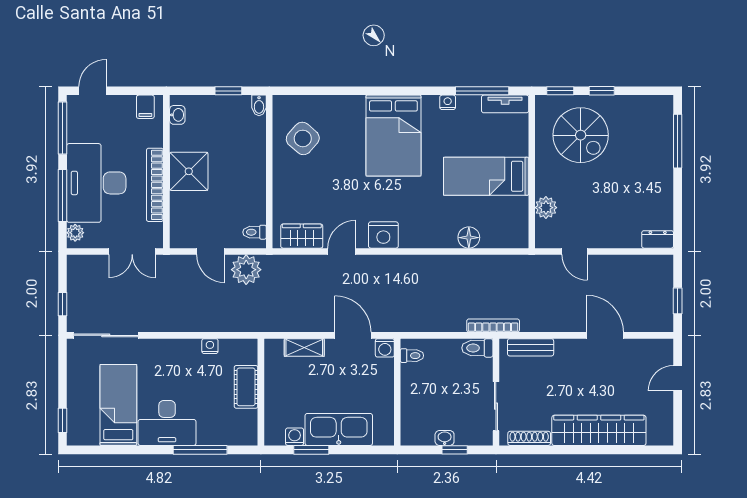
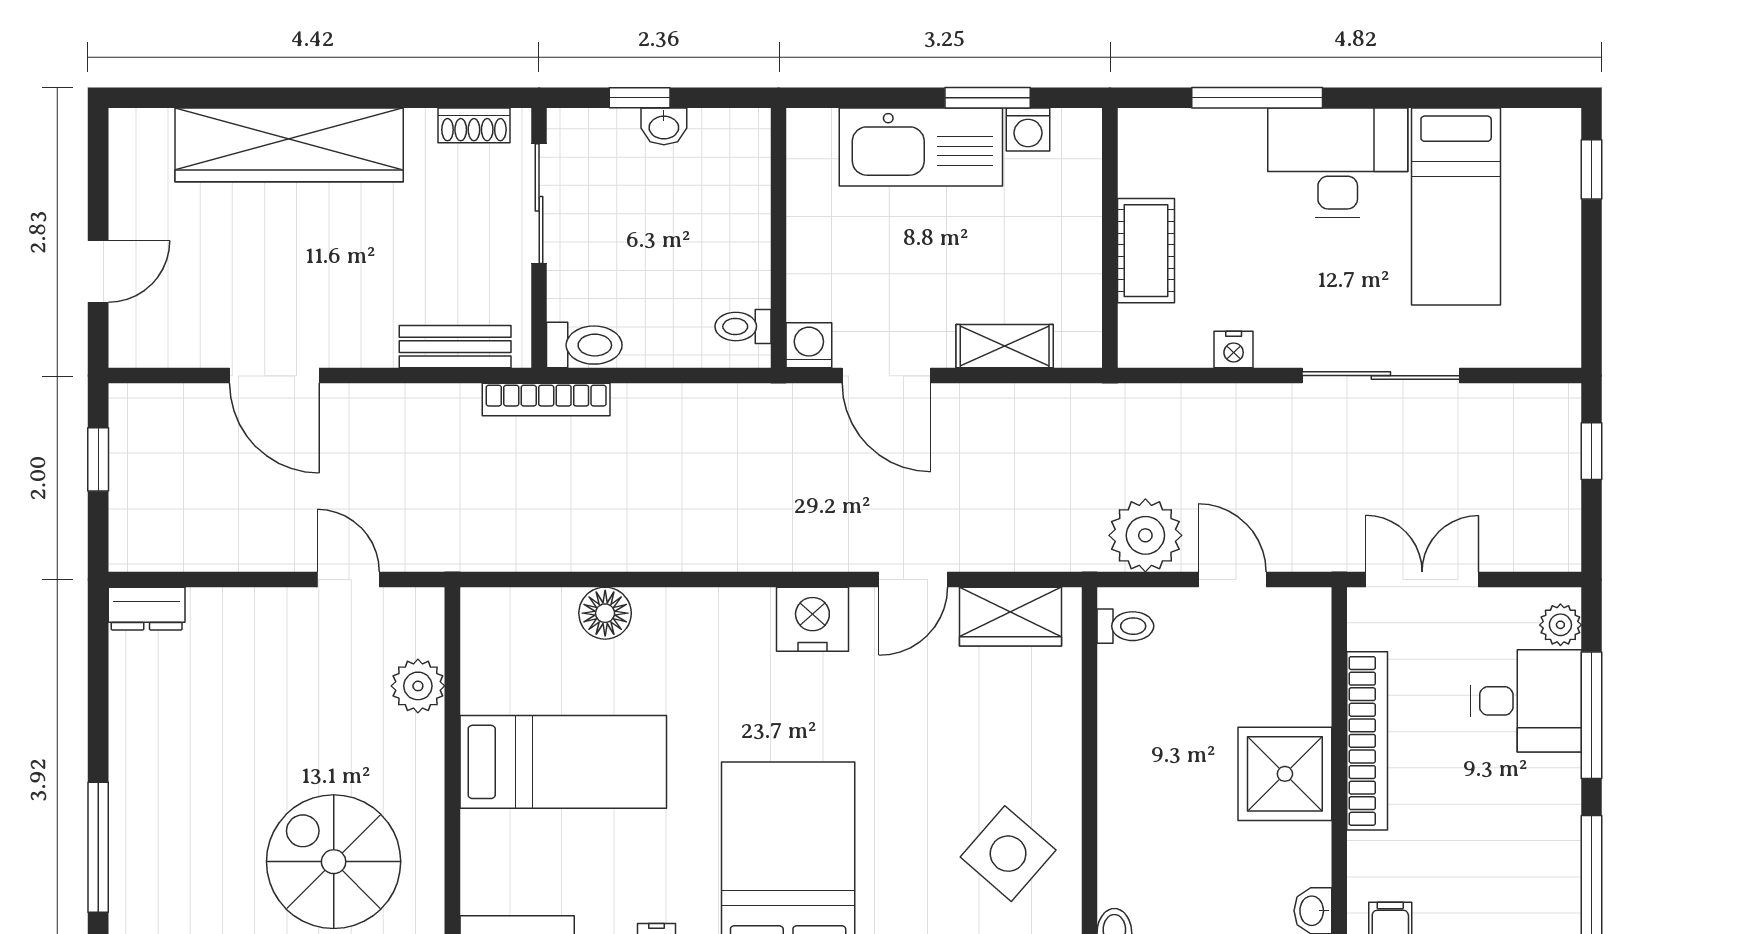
desk: (96, 183) -> (1526, 701), width x0.53, depth x0.77
sliding door: (106, 335) -> (1381, 376), moved
shoe rack: (529, 438) -> (474, 125), width x0.70

